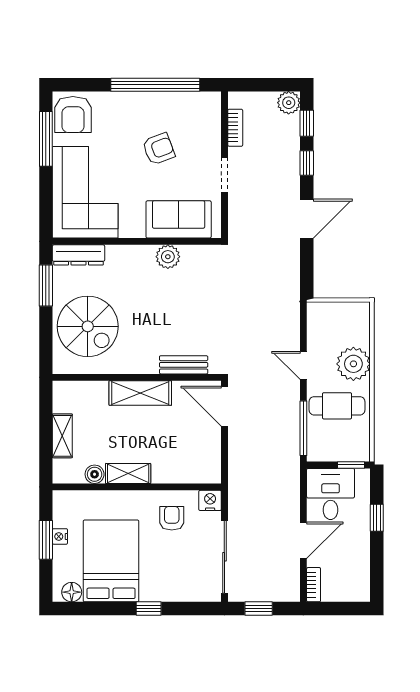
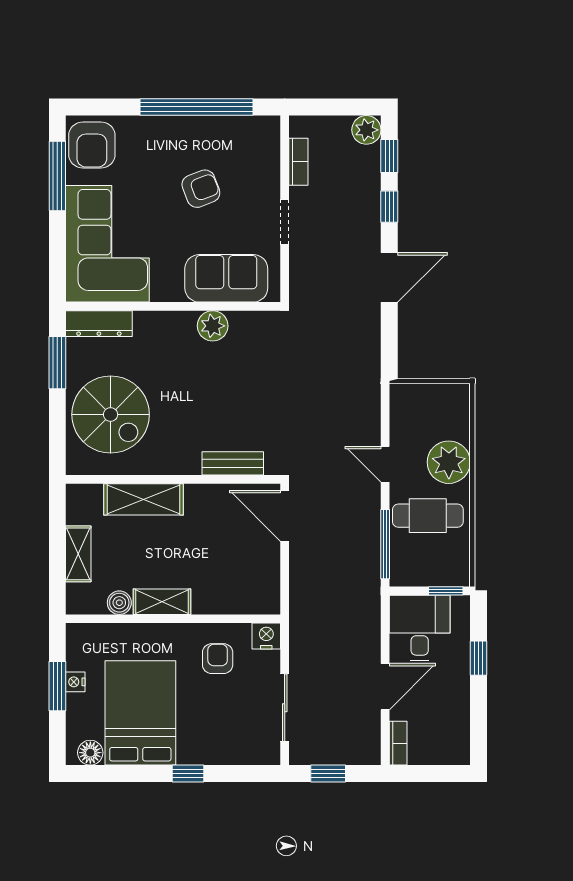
shelving: (140, 393) -> (143, 499), moved
sliding door: (224, 557) -> (285, 708), width x0.73

